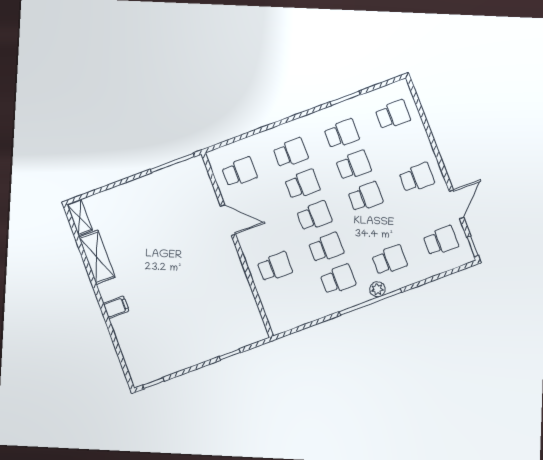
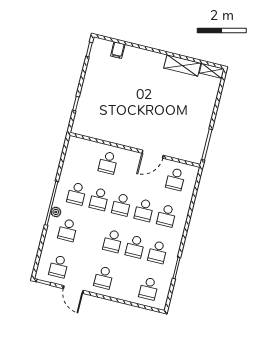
filing cabinet: (116, 307) -> (118, 50), moved

